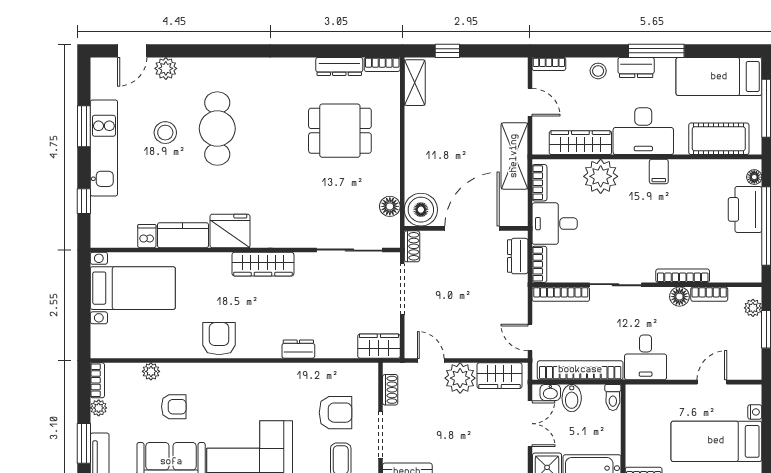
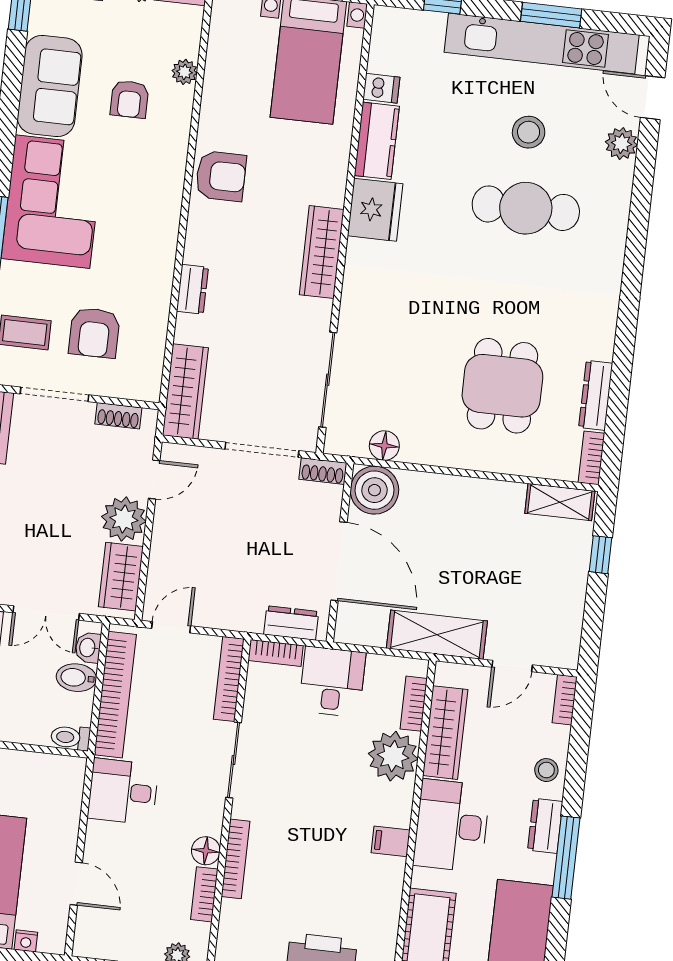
kitchen unit: (104, 148) -> (542, 44), width x1.36
bookcase: (539, 183) -> (414, 704), moved, turned 90
wardrobe: (379, 346) -> (185, 391), width x1.50

